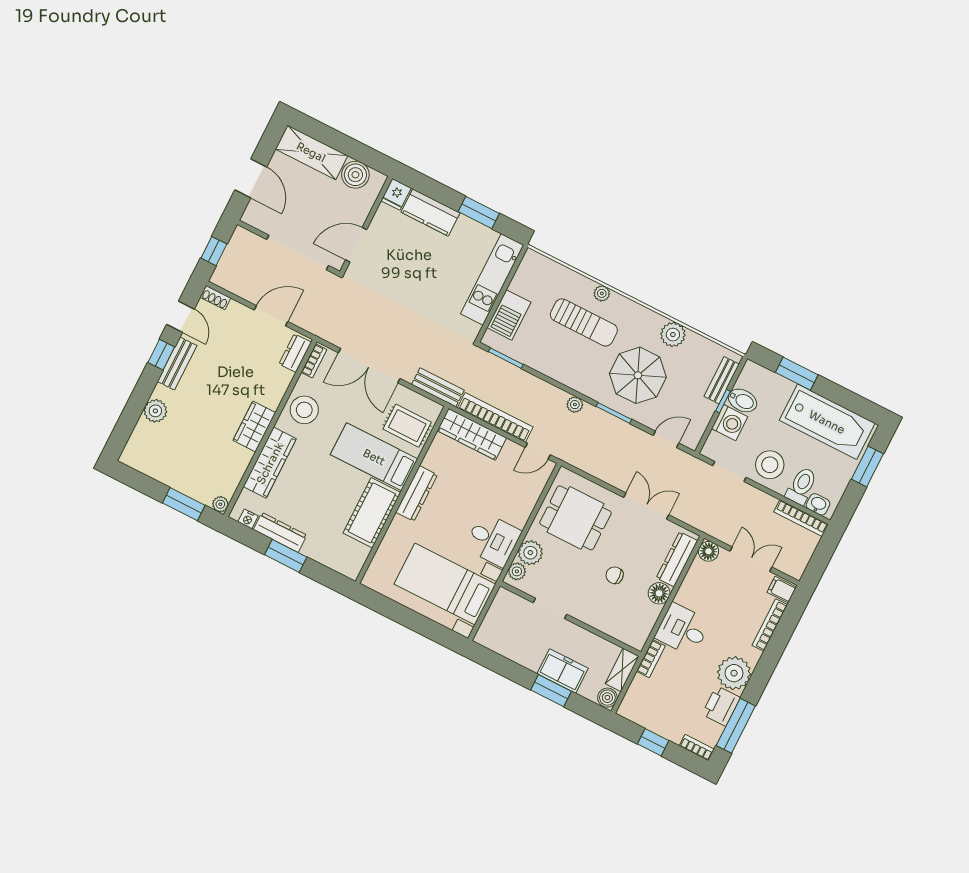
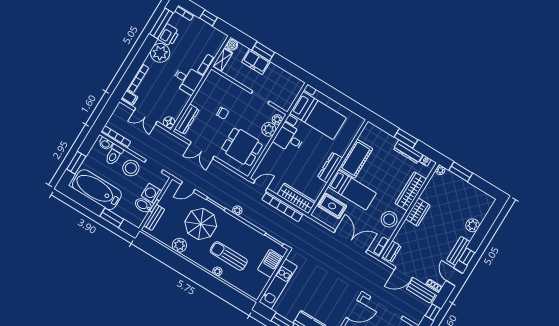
bench: (438, 387) -> (421, 292), moved
floor lamp: (659, 593) -> (199, 101), removed

